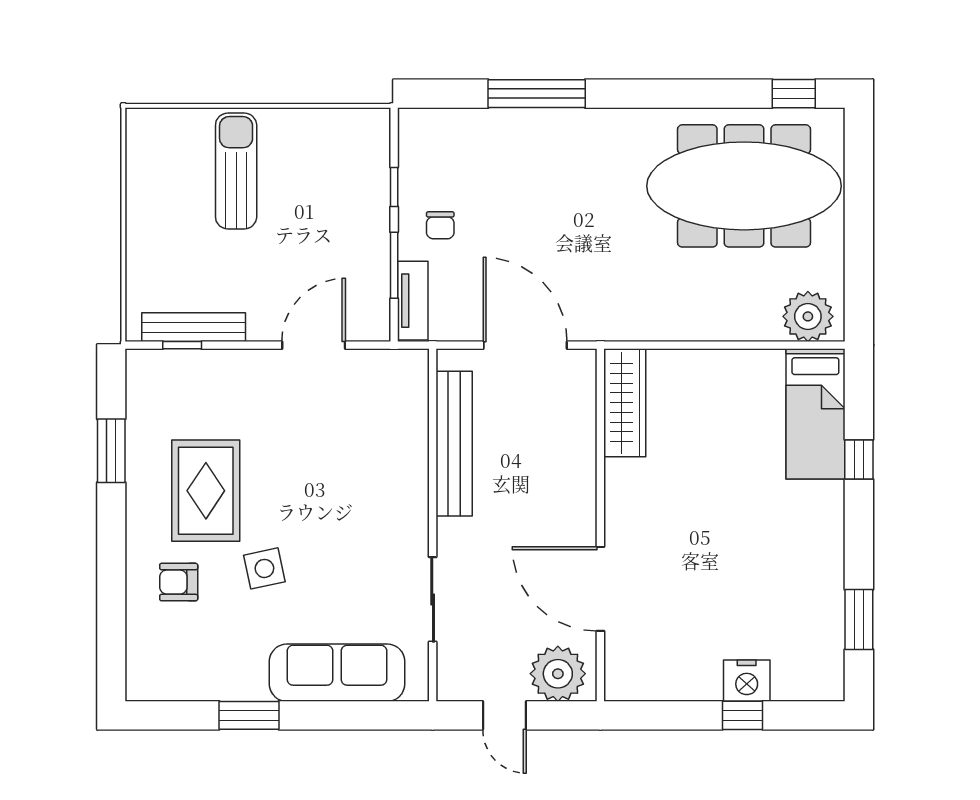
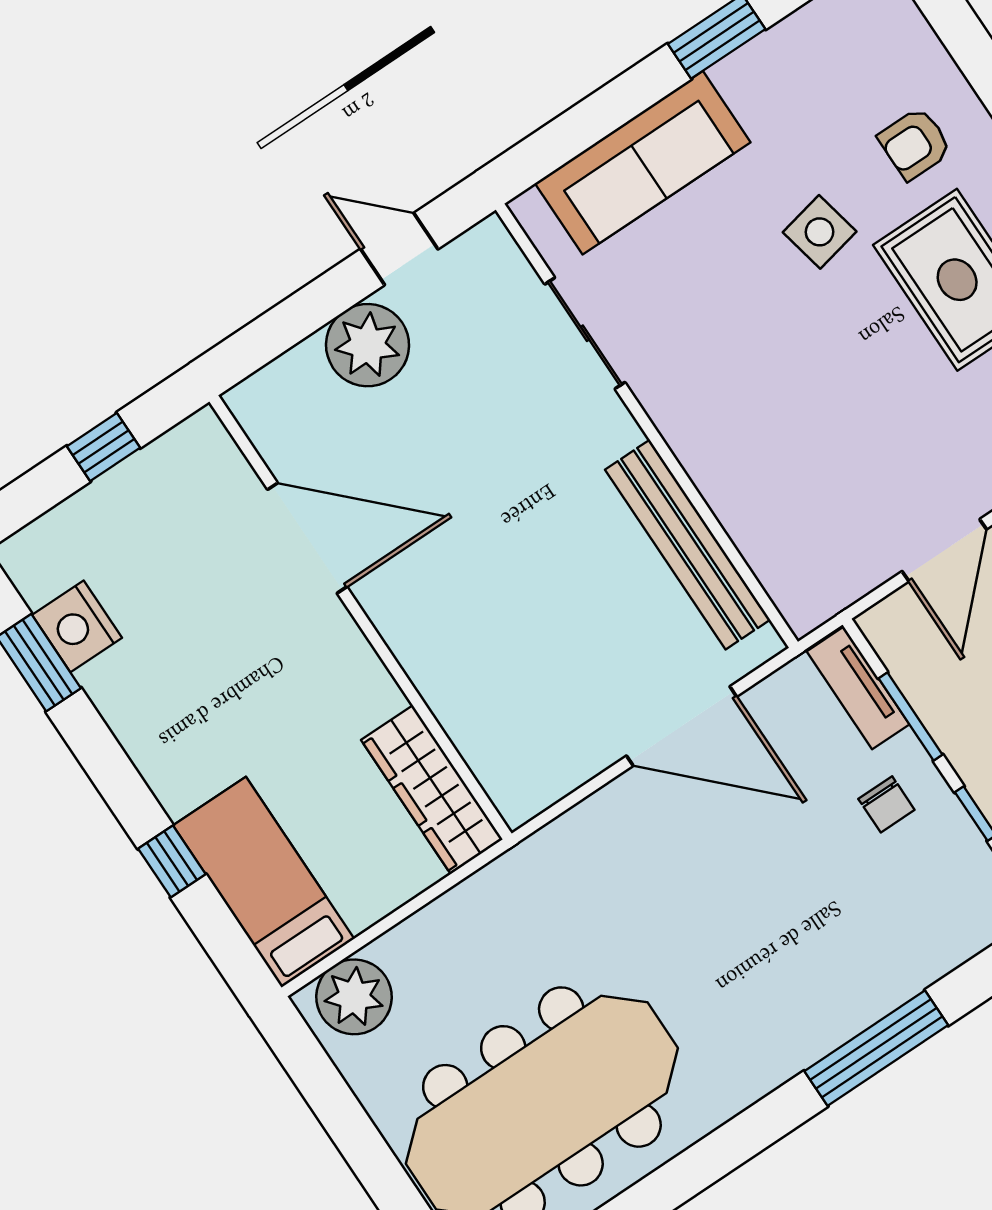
chair: (440, 225) -> (886, 804), turned 180
wardrobe: (625, 403) -> (432, 790), moved
wall: (600, 525) -> (360, 617), moved
armchair: (179, 582) -> (915, 144), turned 180
door: (600, 589) -> (307, 538), moved
nightstand: (747, 681) -> (77, 626), moved, turned -90

